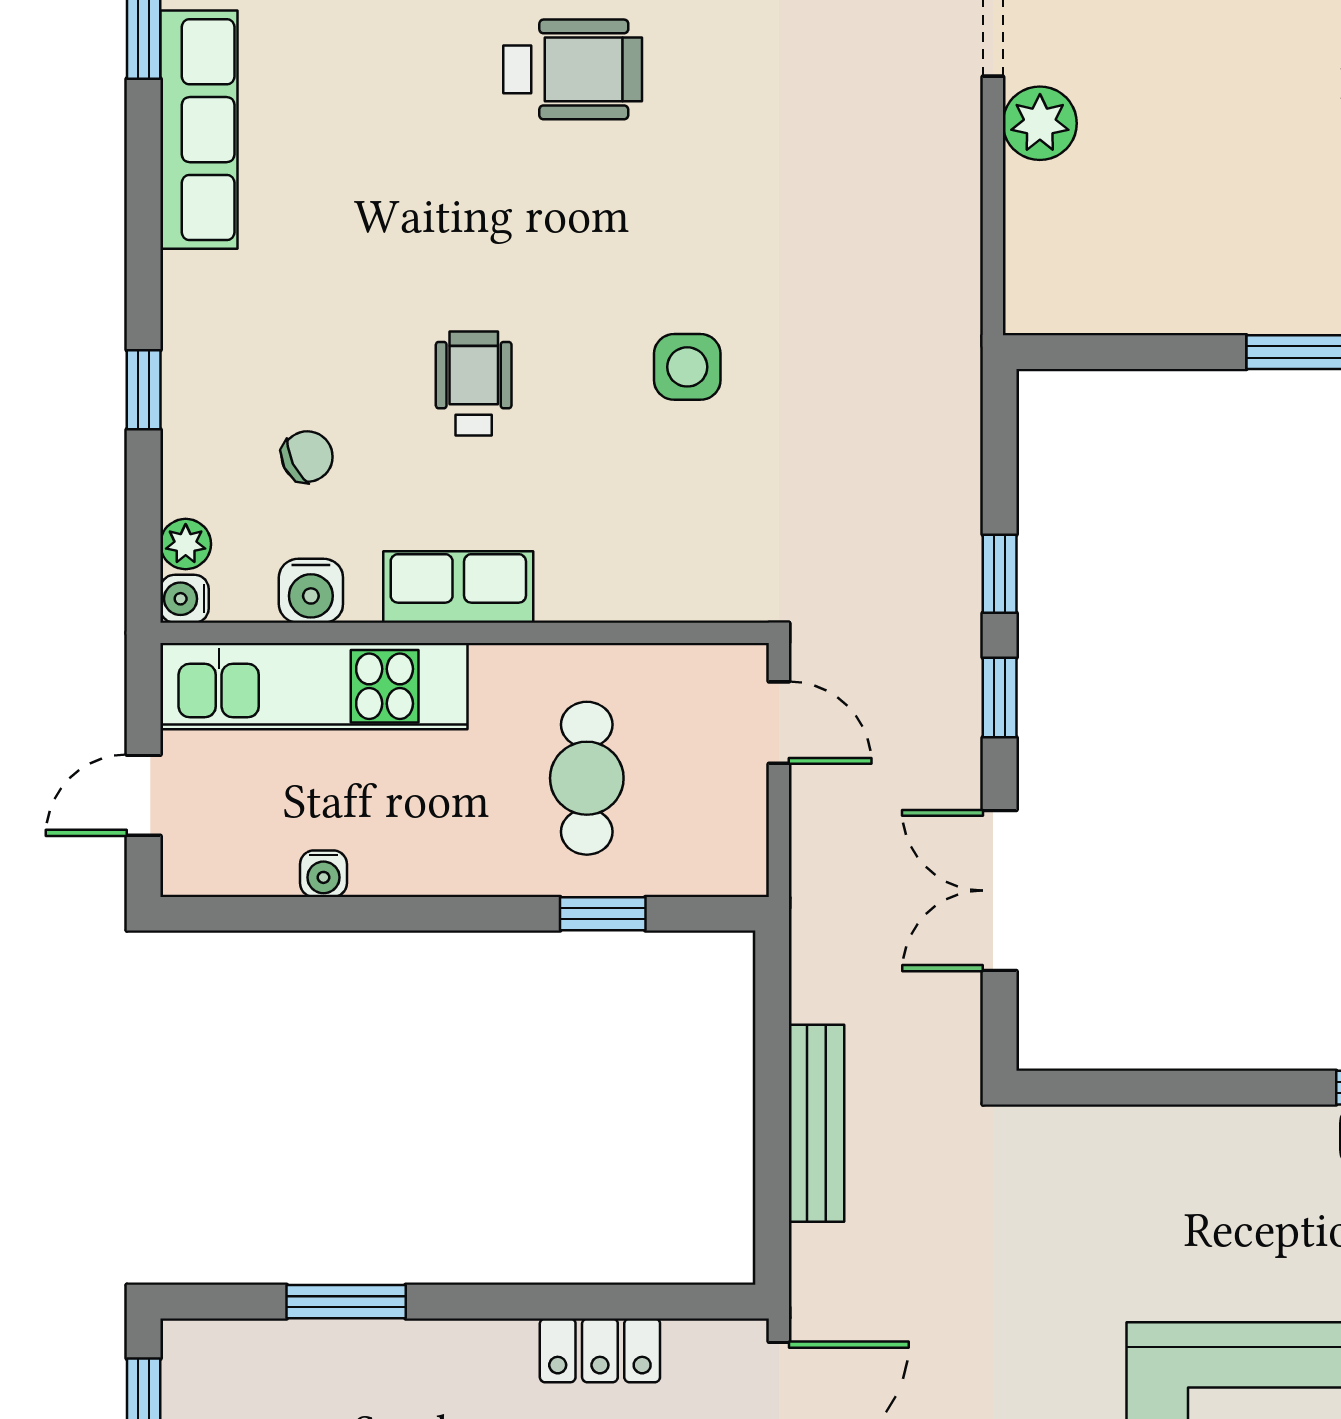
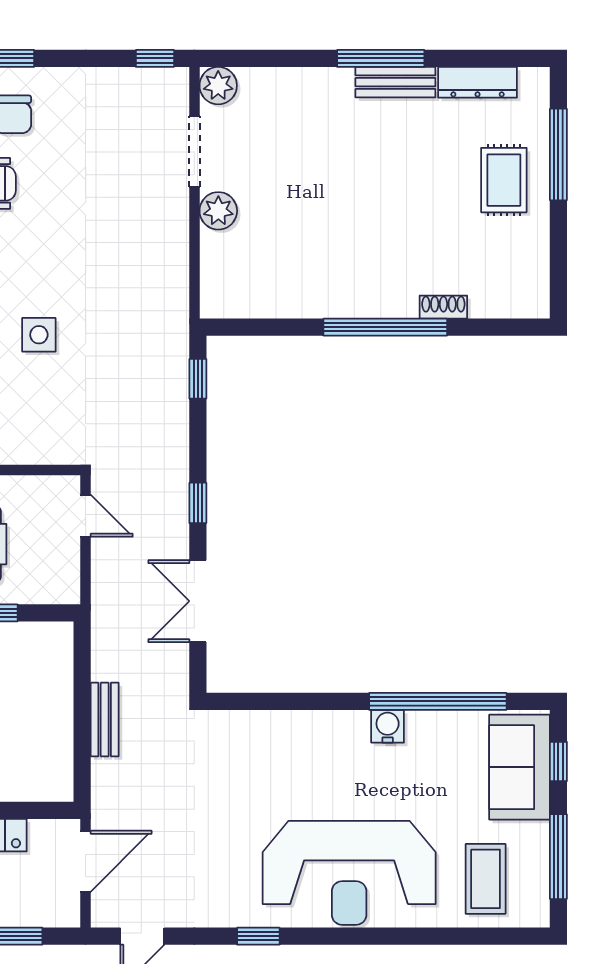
window: (1000, 574) -> (198, 379), moved
bench: (817, 1123) -> (105, 720), width x0.73

